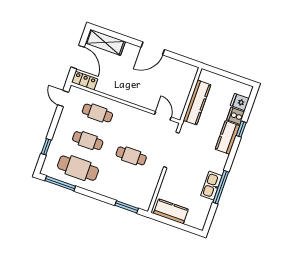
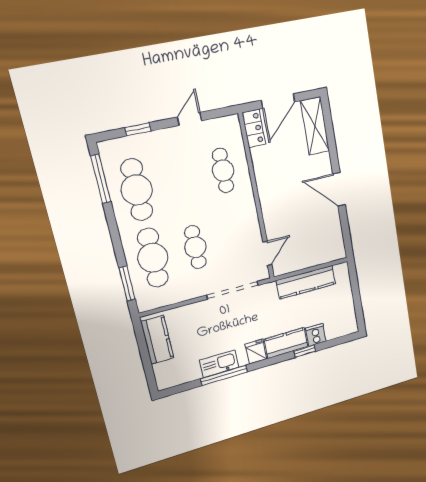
door: (63, 99) -> (190, 119), moved
fridge: (240, 102) -> (256, 352), moved
cafe table: (88, 141) -> (153, 258), moved, width x1.37, depth x1.35

